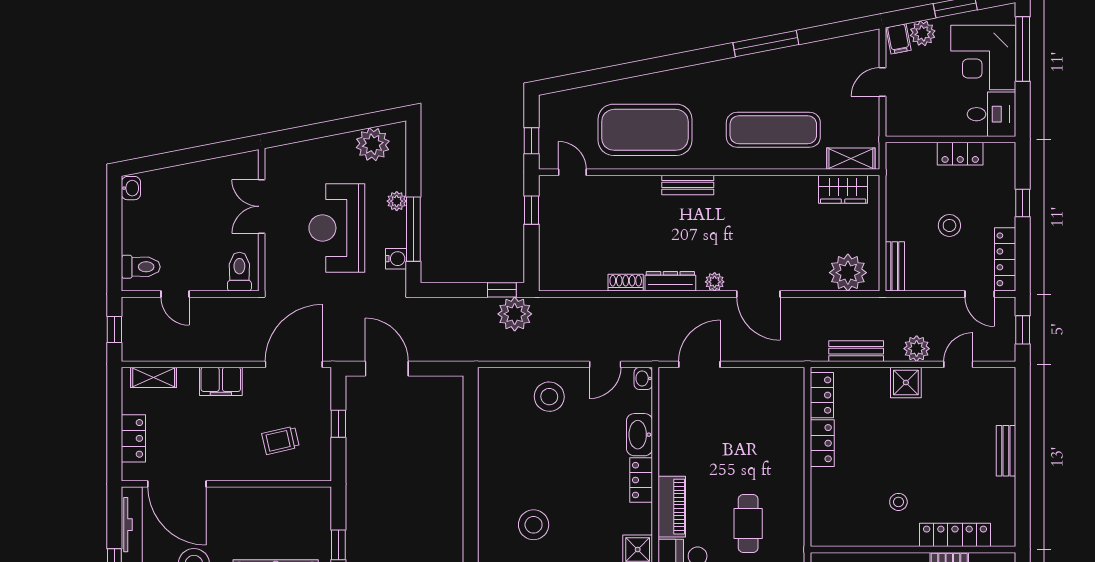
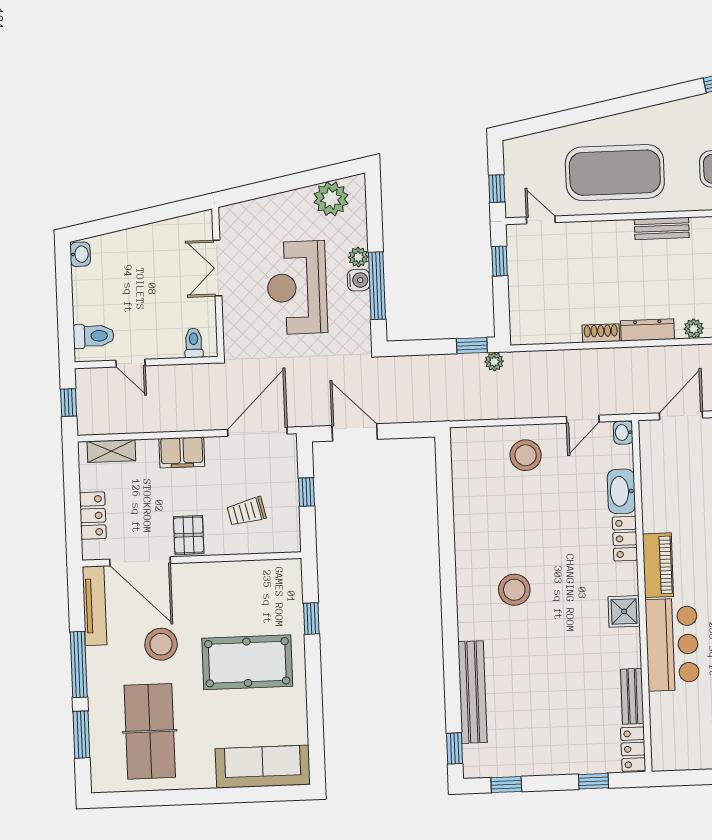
water cooler: (396, 259) -> (358, 280), moved
toilet: (239, 272) -> (194, 343), width x0.73, depth x0.72
plant: (515, 314) -> (494, 362), width x0.53, depth x0.53
pallet: (224, 461) -> (189, 535), added

